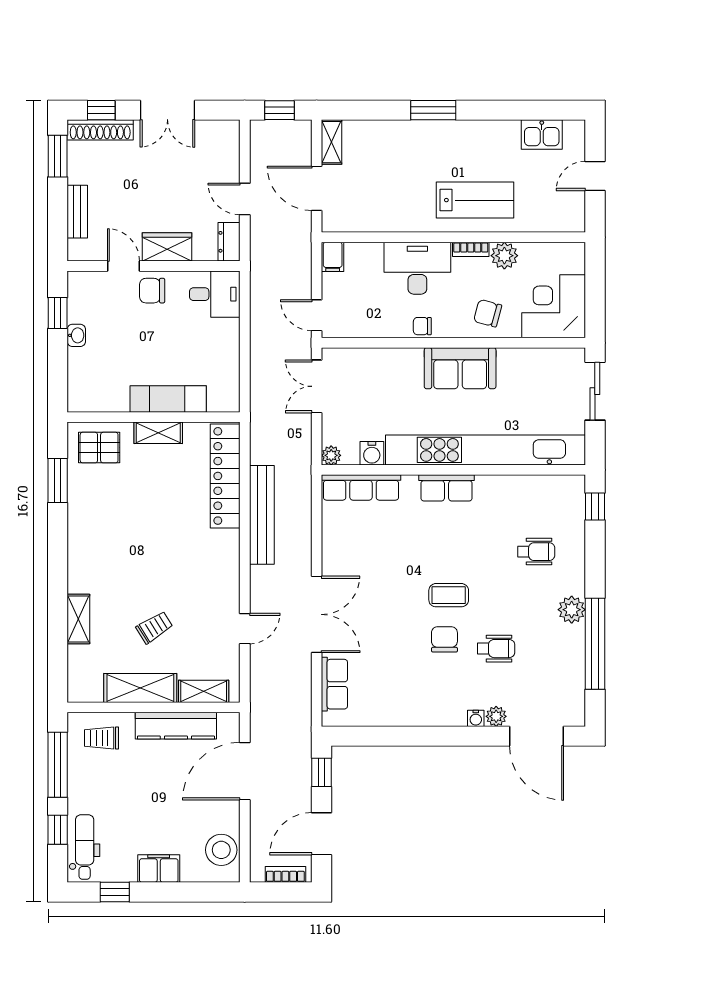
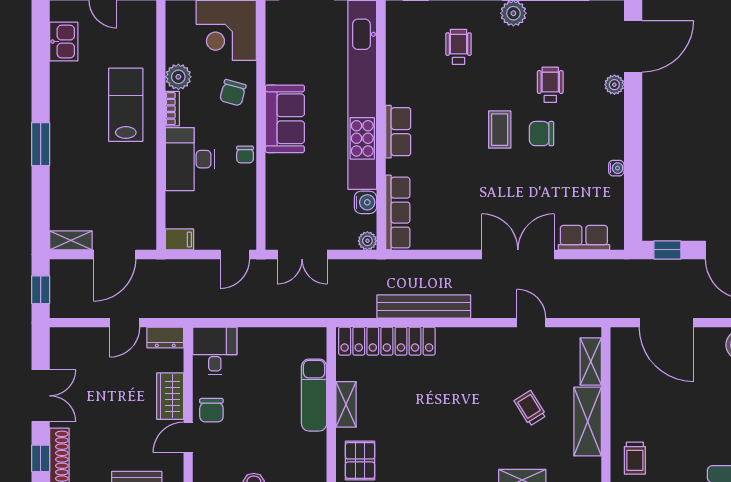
water cooler: (476, 718) -> (616, 168), moved
kitchen counter: (176, 726) -> (623, 388), removed

